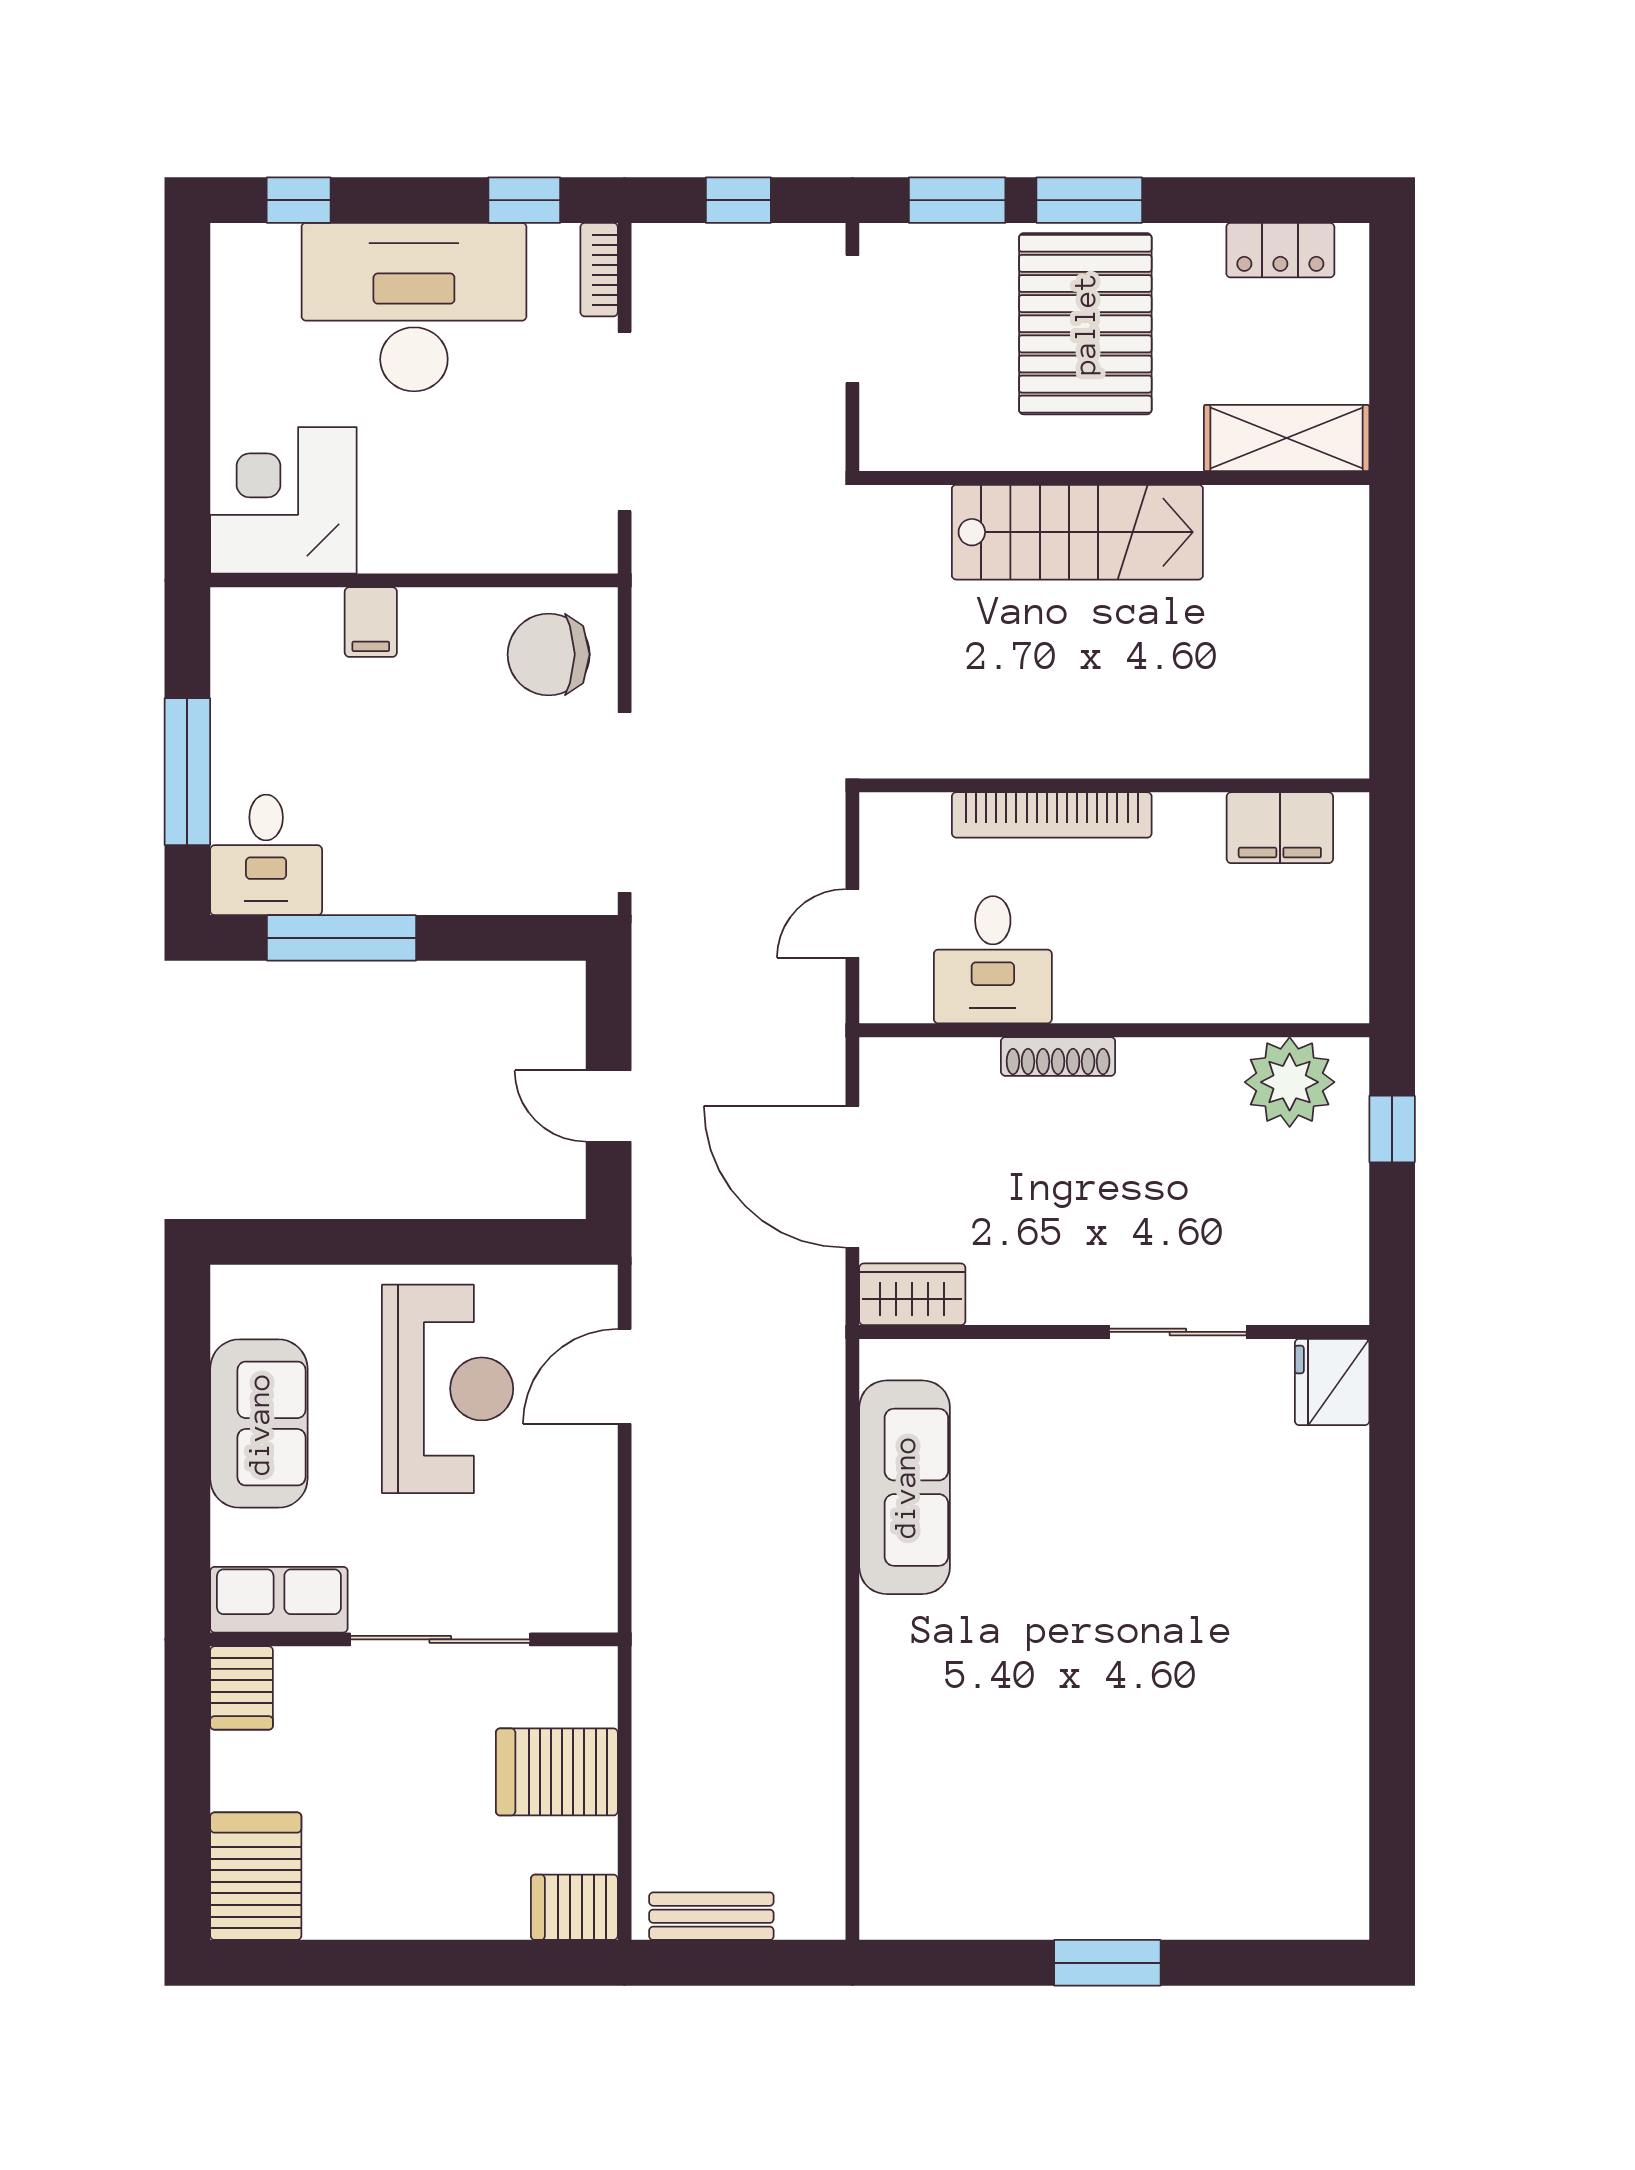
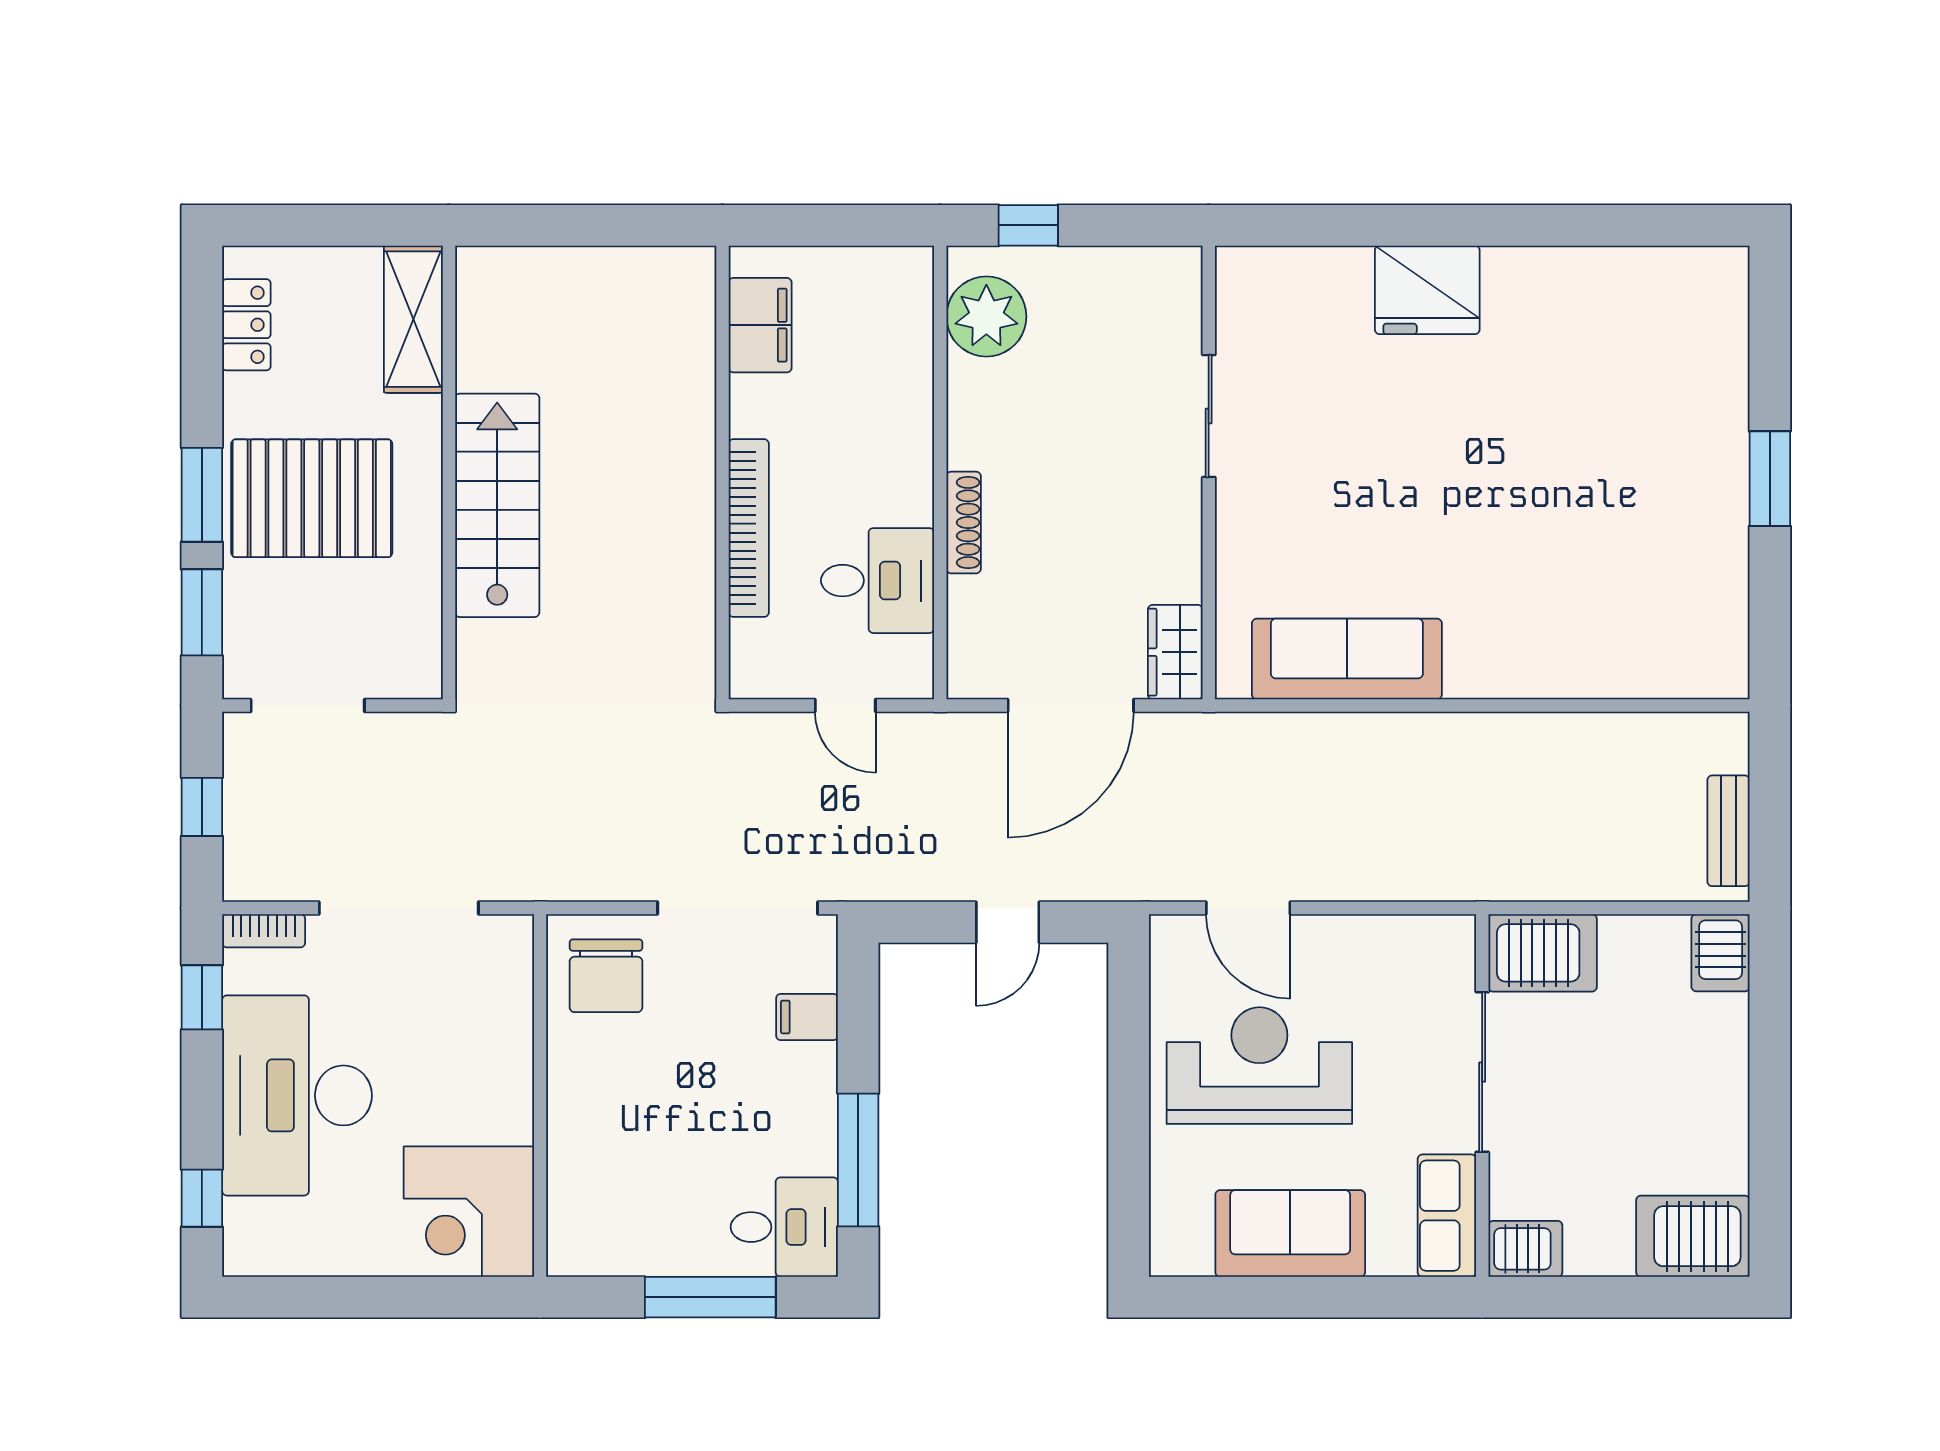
filing cabinet: (371, 622) -> (807, 1017), moved, turned 180
fridge: (1332, 1382) -> (1427, 290), moved, width x1.36, depth x1.34
server rack: (557, 1772) -> (1543, 953), moved, turned -90

